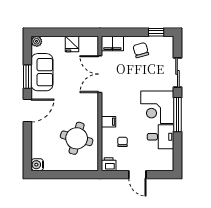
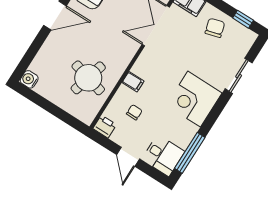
window: (177, 115) -> (190, 153), moved
desk: (160, 137) -> (163, 155), moved

